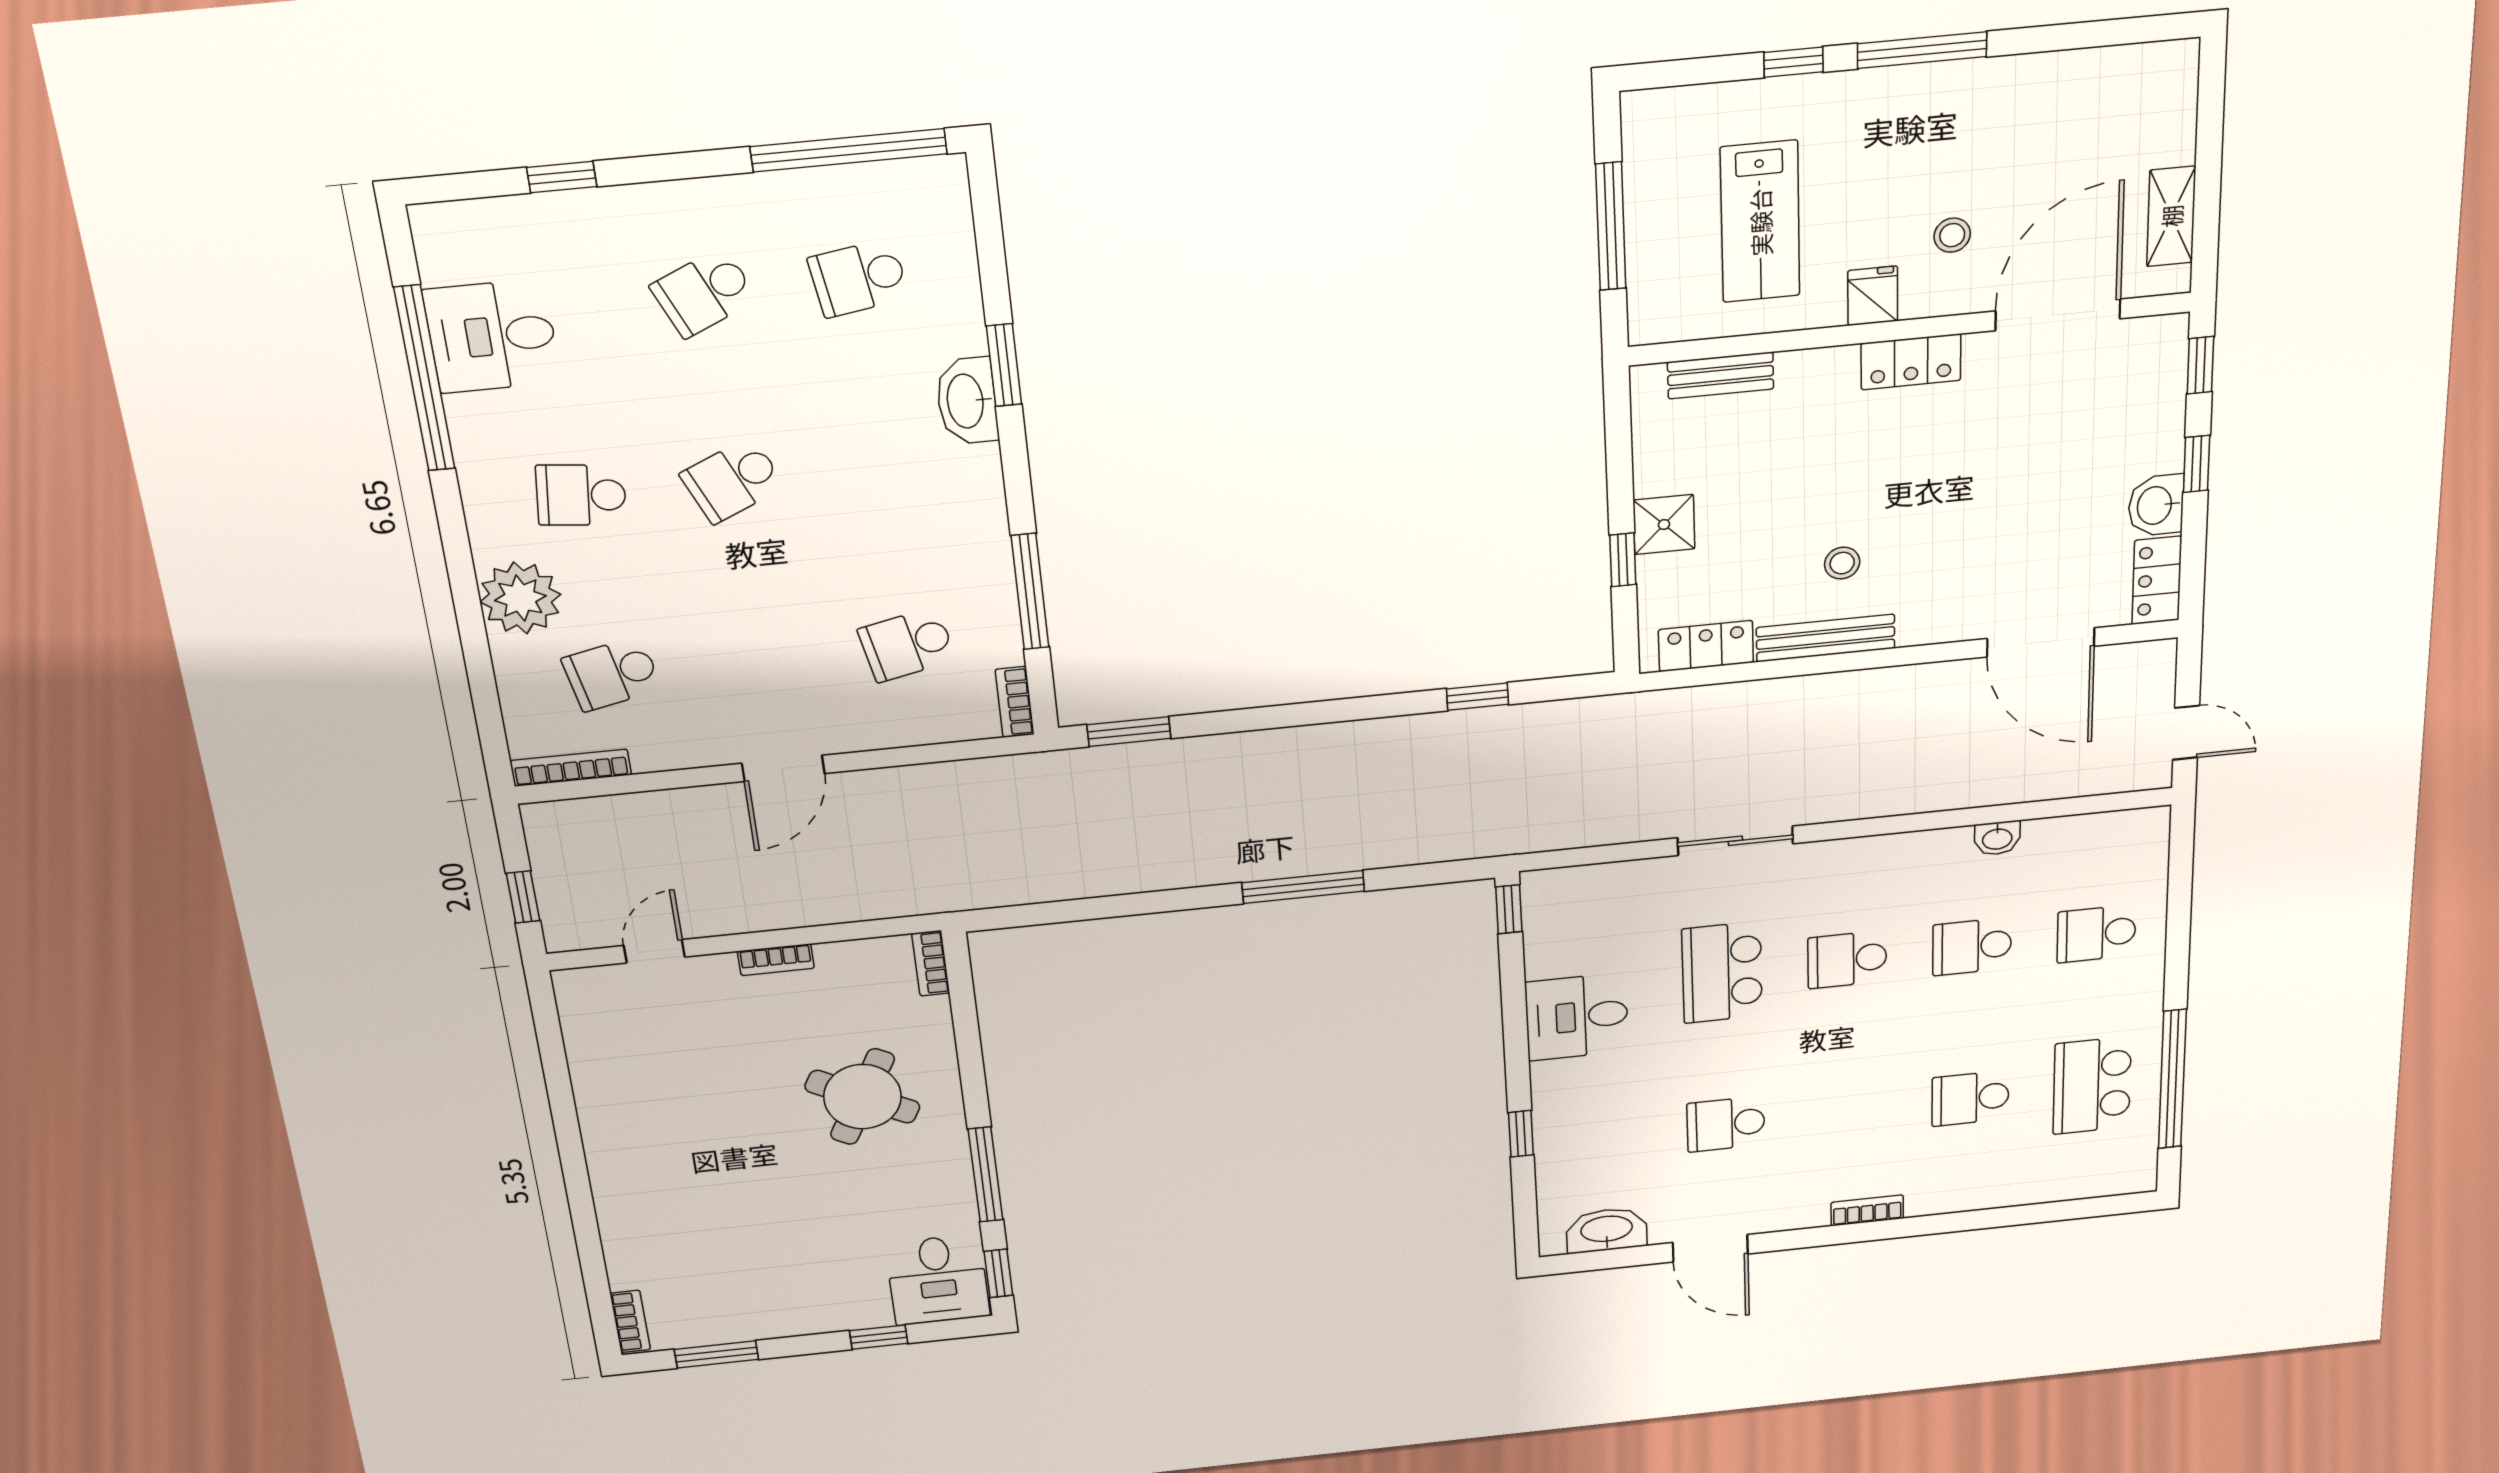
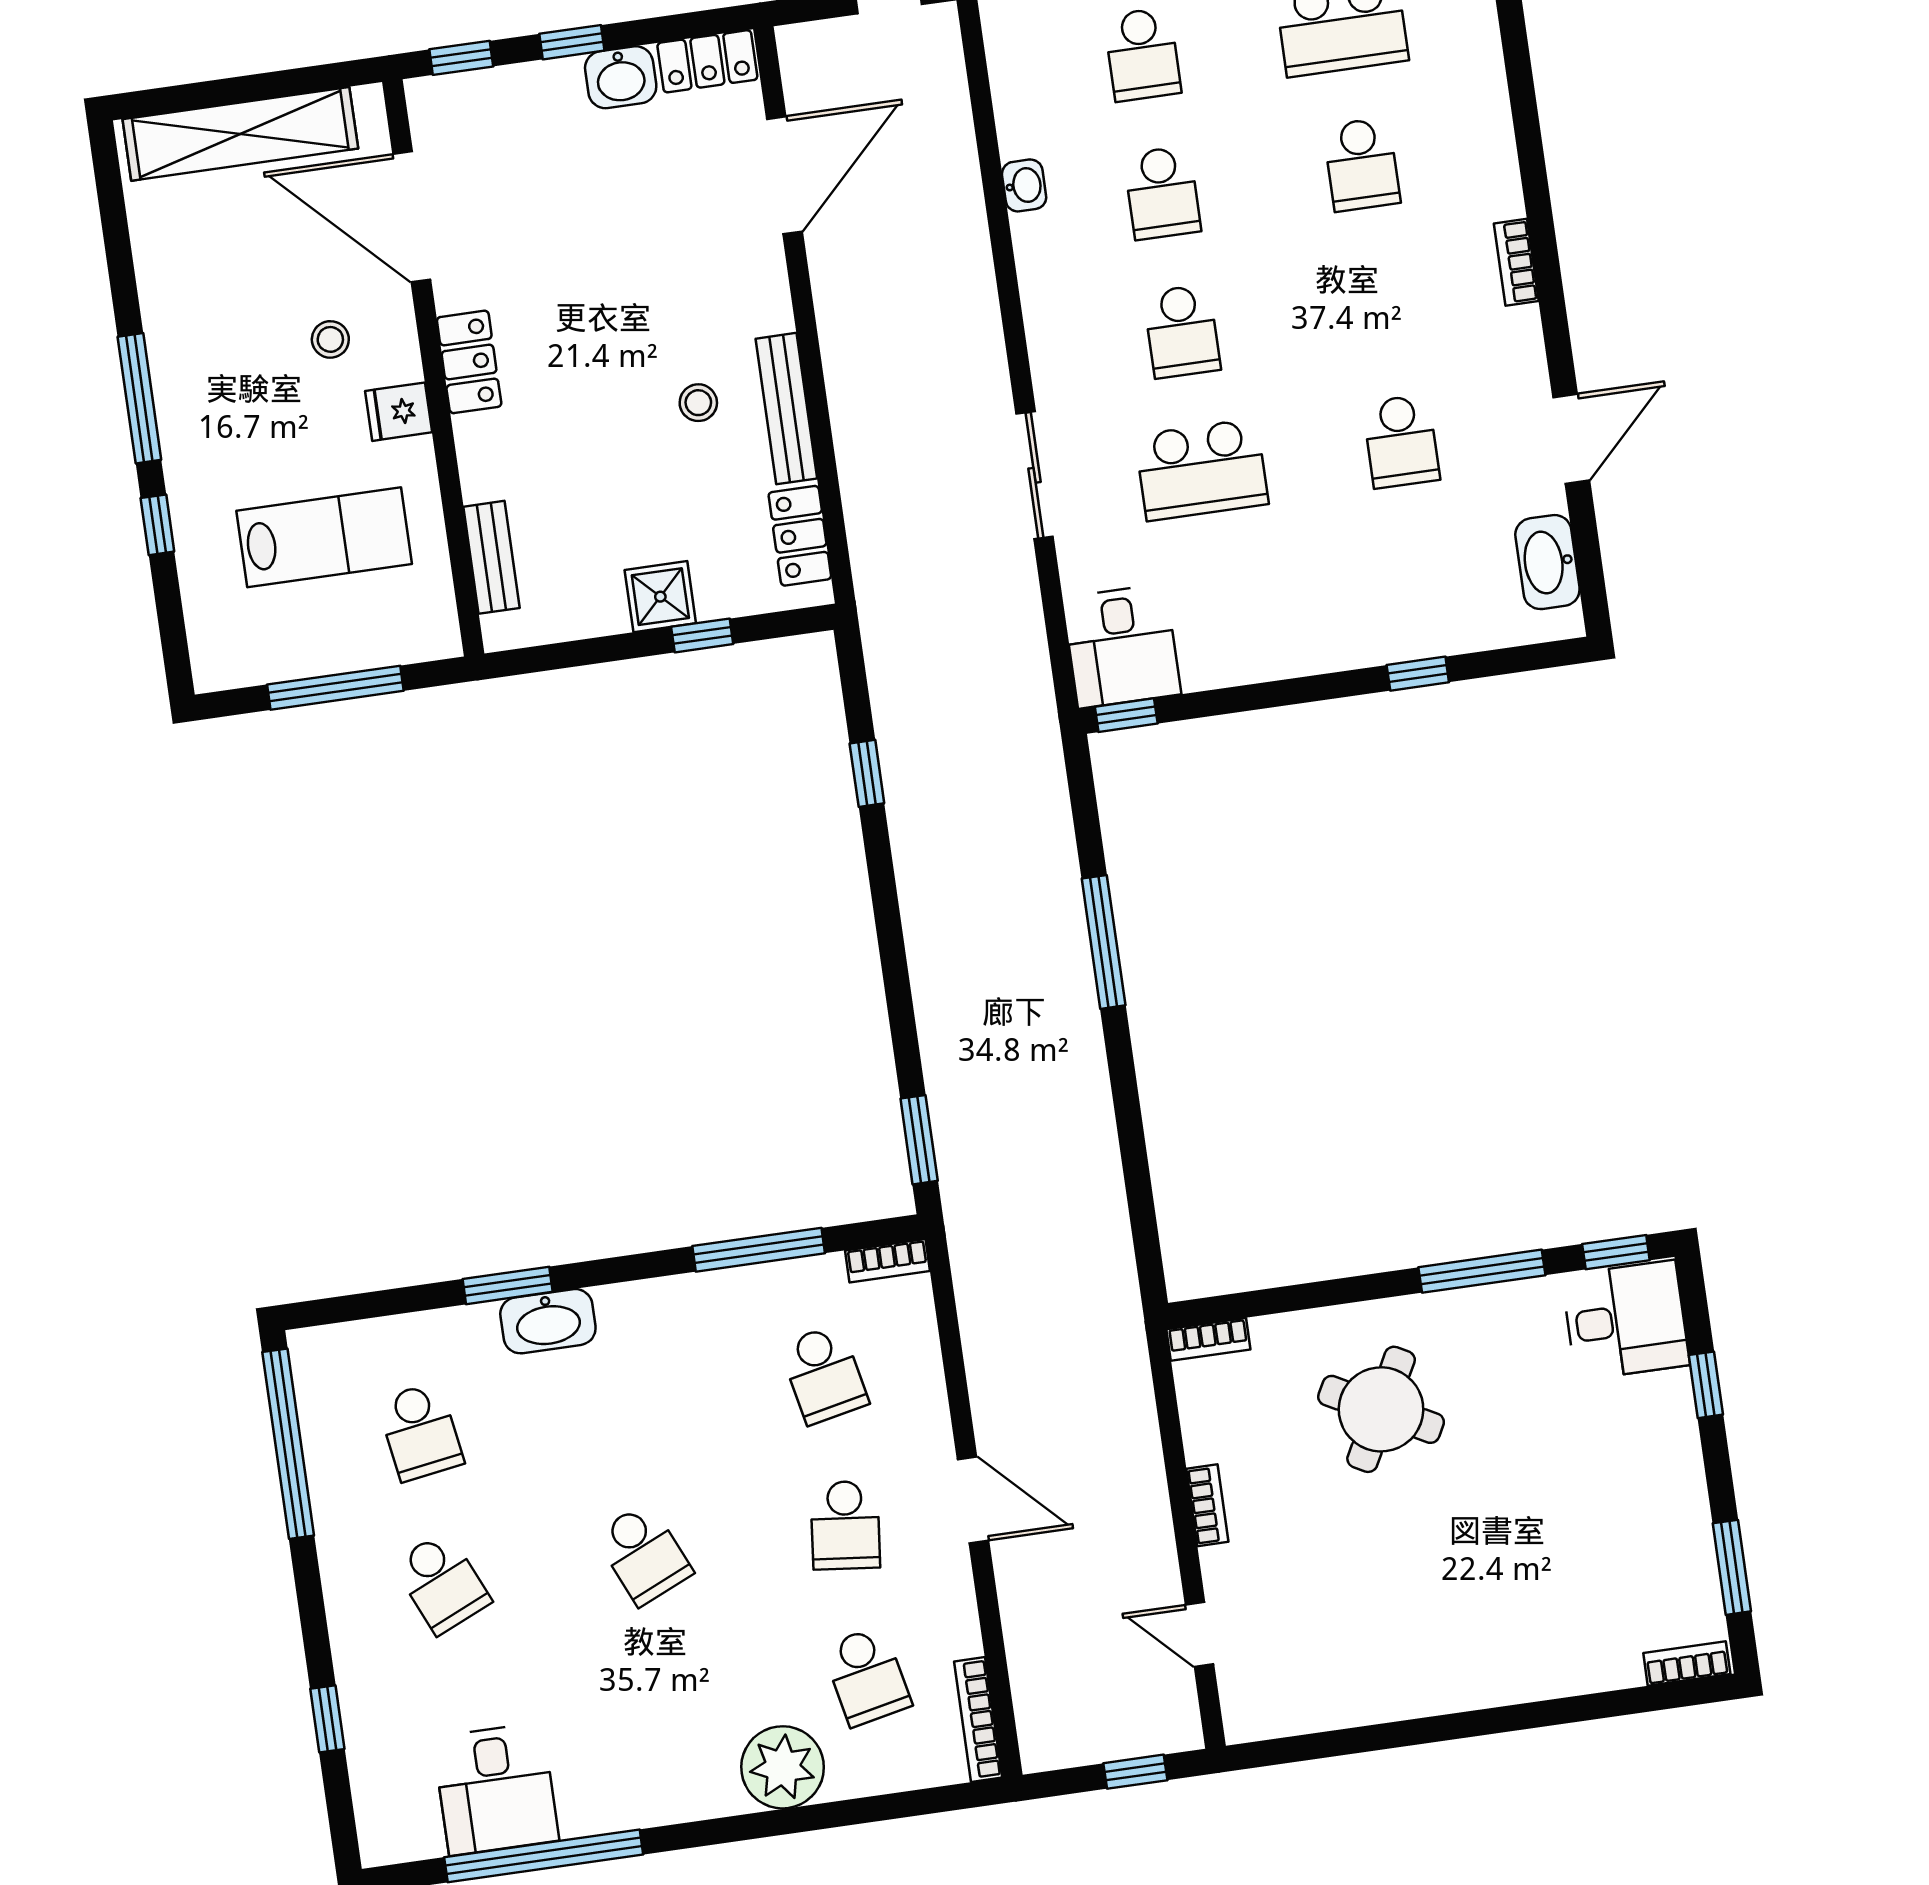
shelving: (2171, 216) -> (240, 134), width x2.20, depth x1.33
school desk: (581, 495) -> (845, 1525), moved
desk: (1577, 1017) -> (1122, 646), moved

